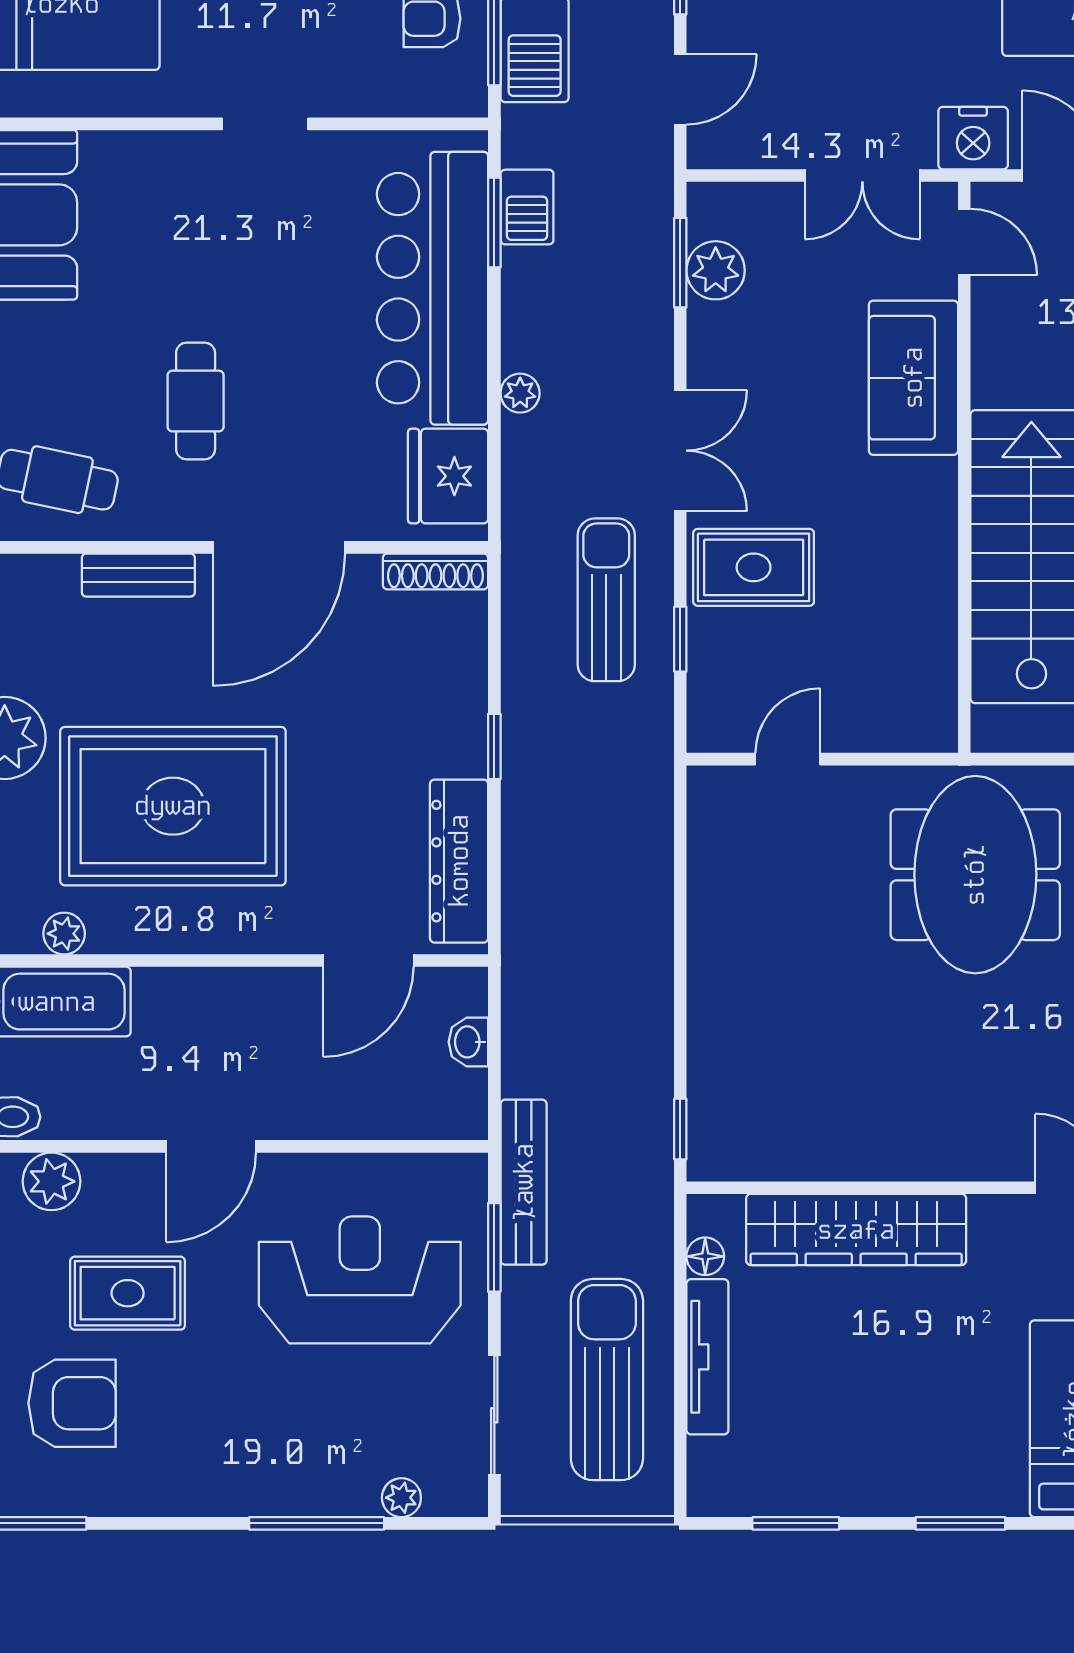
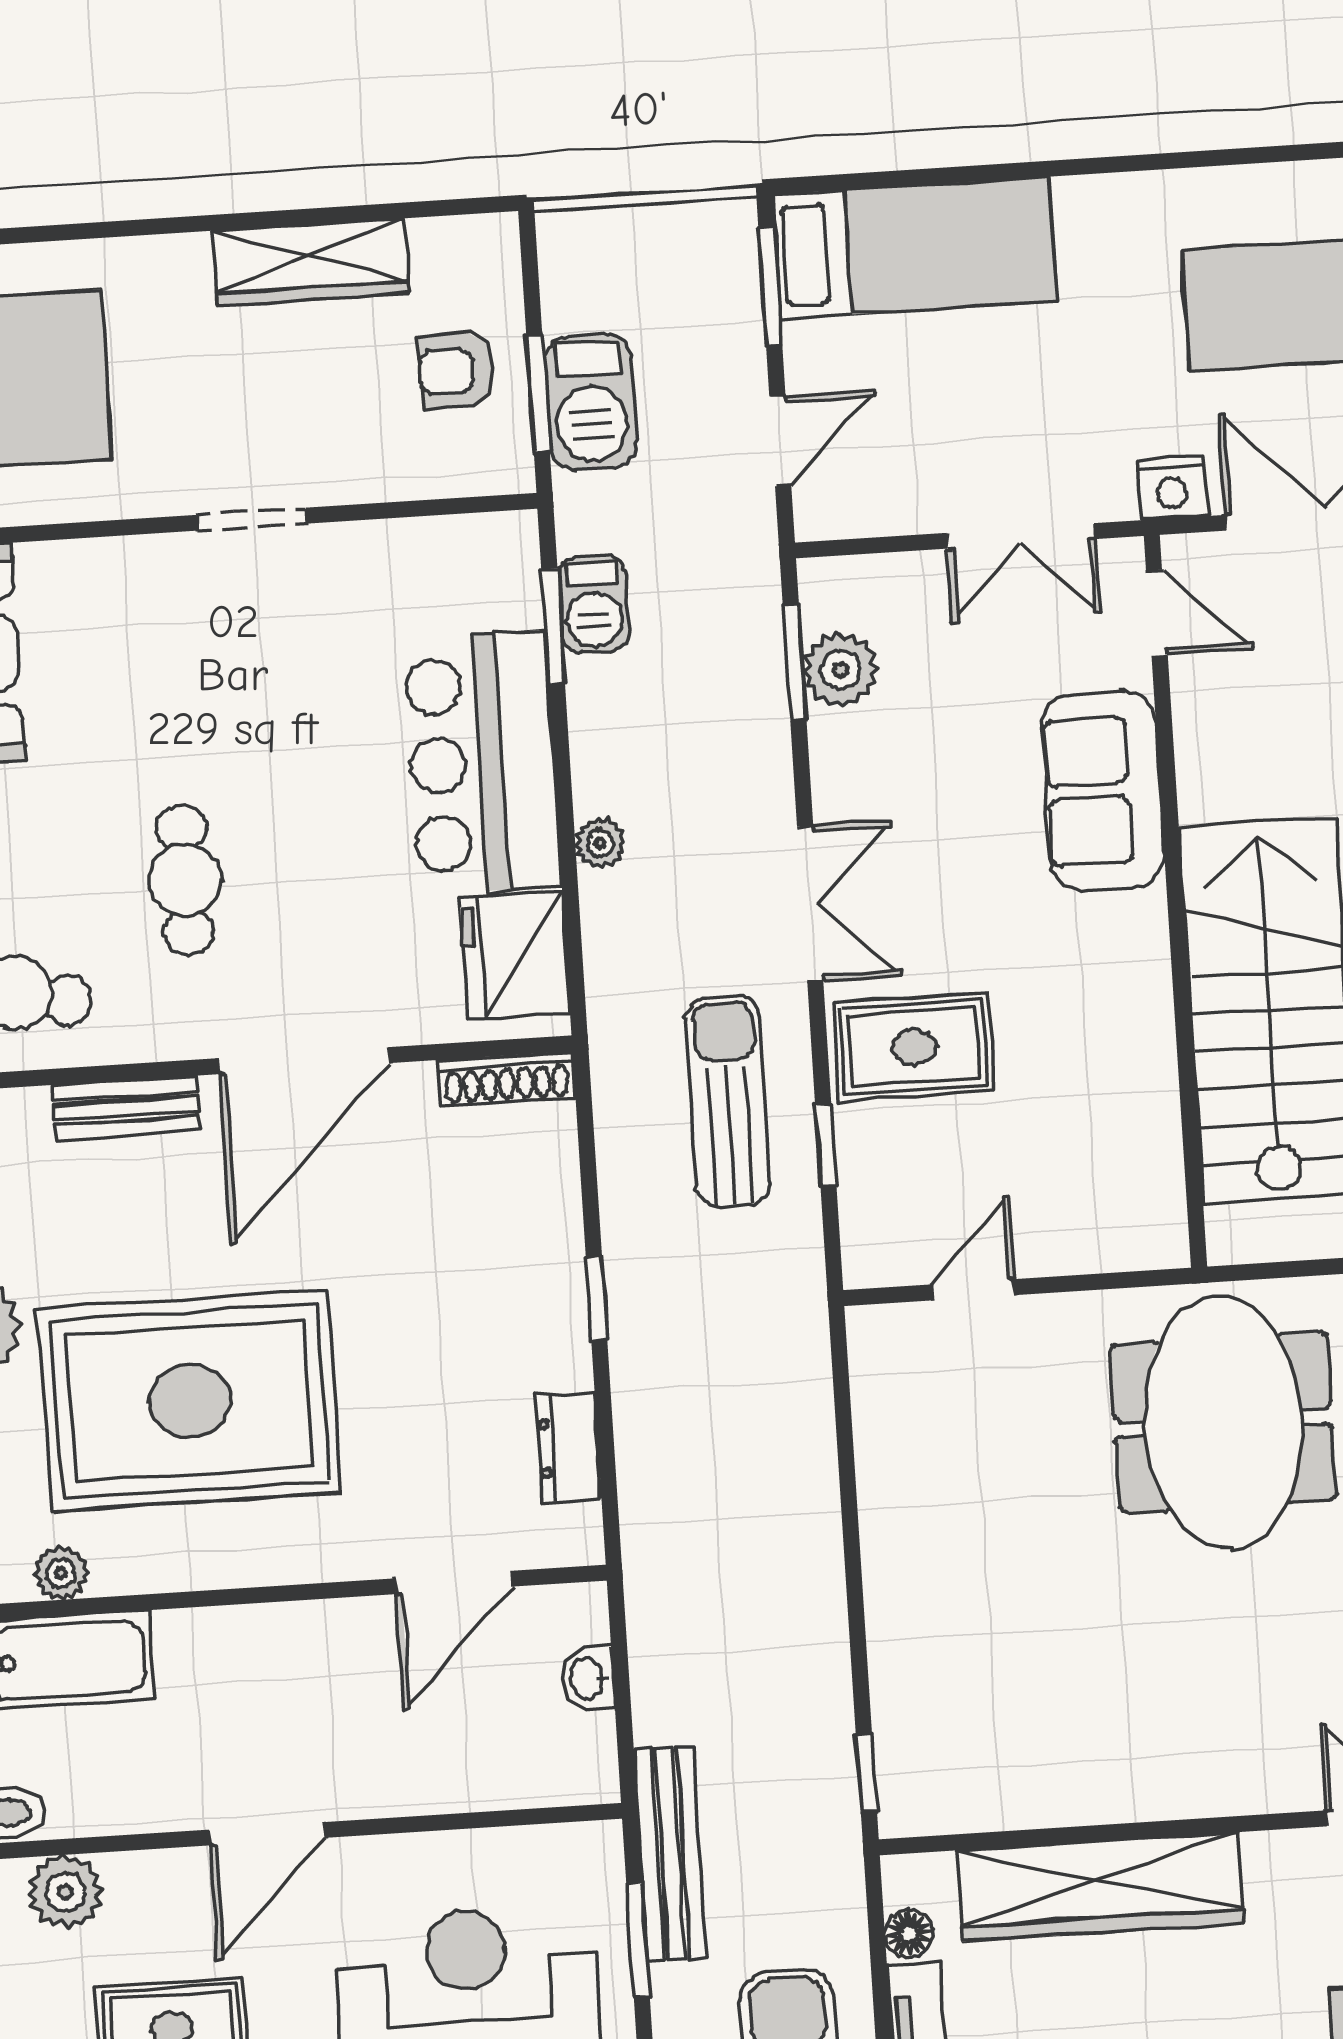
nightstand: (973, 138) -> (1172, 488), width x0.74, depth x0.75
bar counter: (433, 288) -> (482, 763), width x0.73
dresser: (459, 861) -> (568, 1447), width x0.51, depth x0.80

